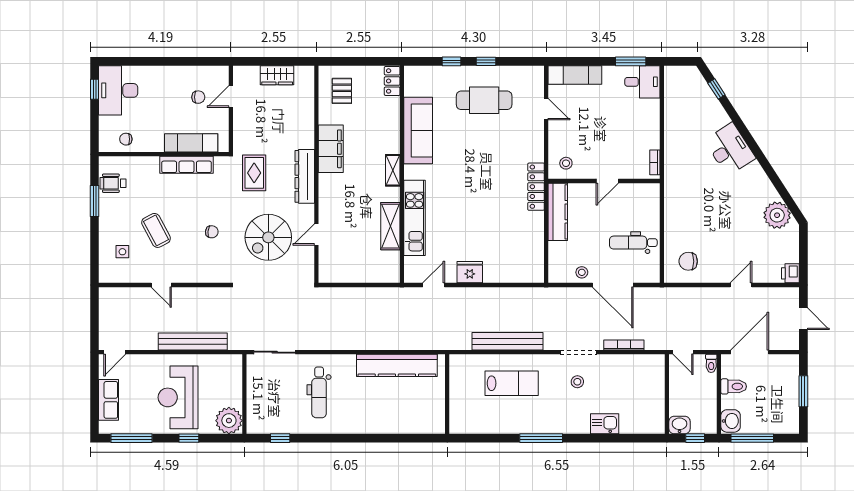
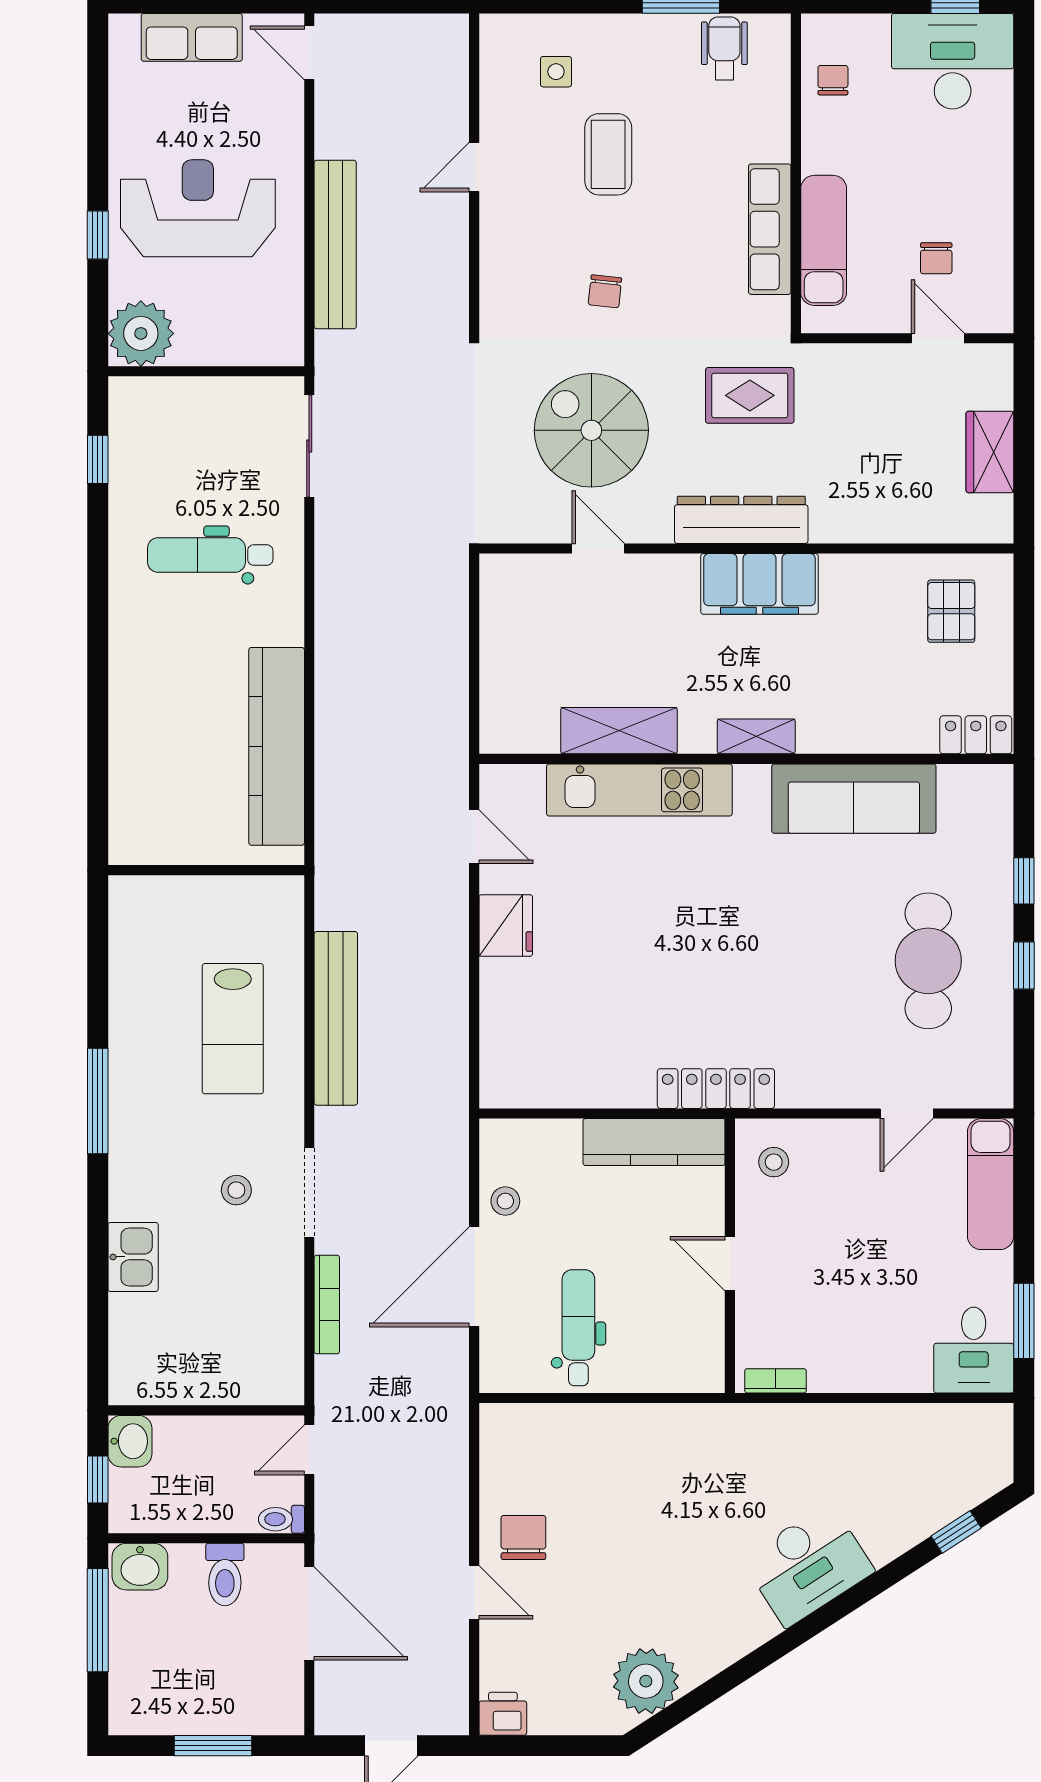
pallet: (342, 91) -> (951, 611), turned 90
filing cabinet: (331, 149) -> (759, 584), moved
coffee table: (156, 230) -> (608, 154), turned -62
chair: (688, 261) -> (523, 1537), moved
window: (132, 438) -> (98, 94), removed

